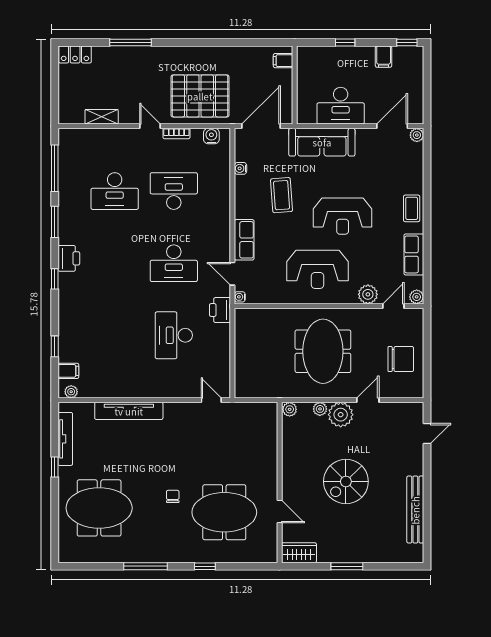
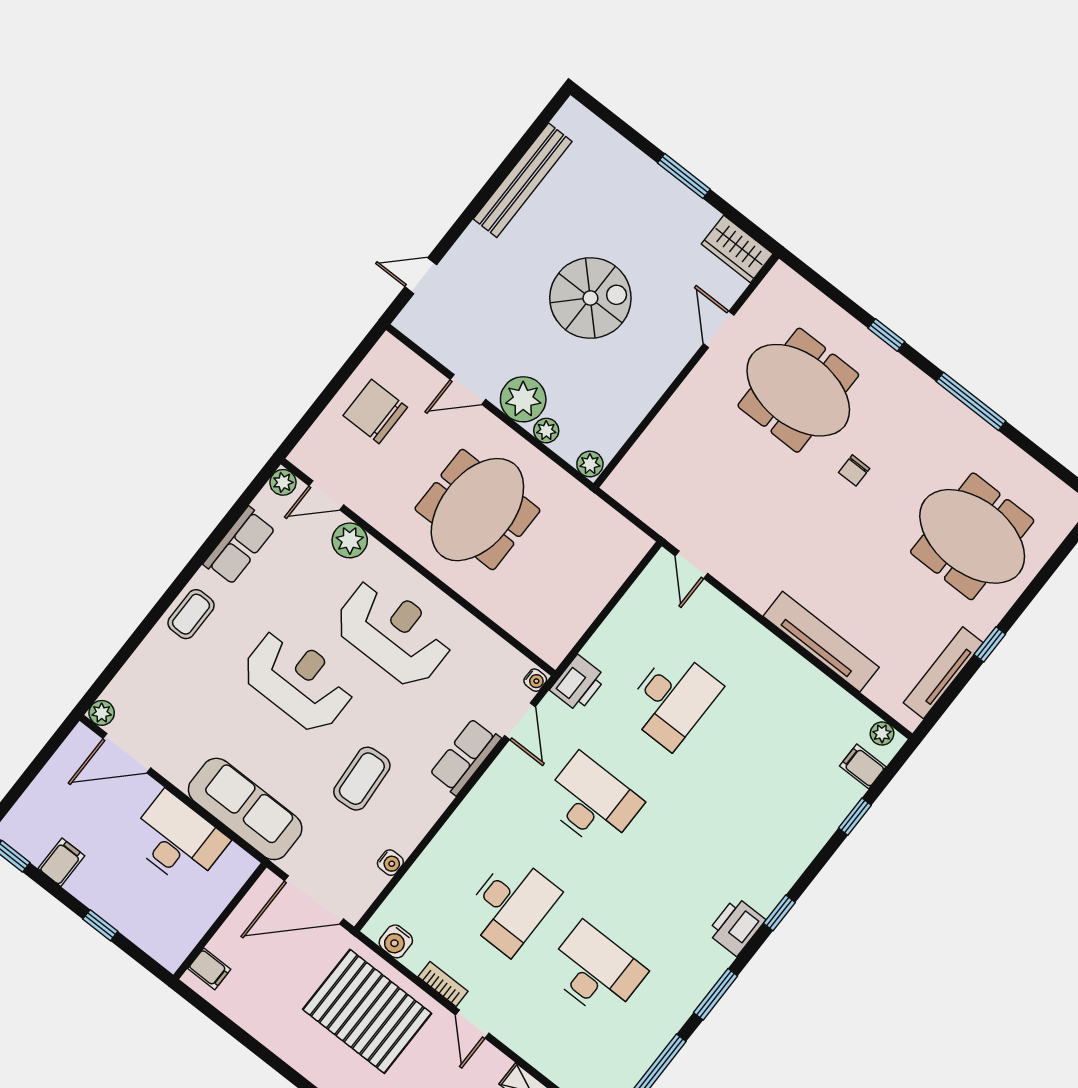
desk: (174, 191) -> (511, 905), turned -90

